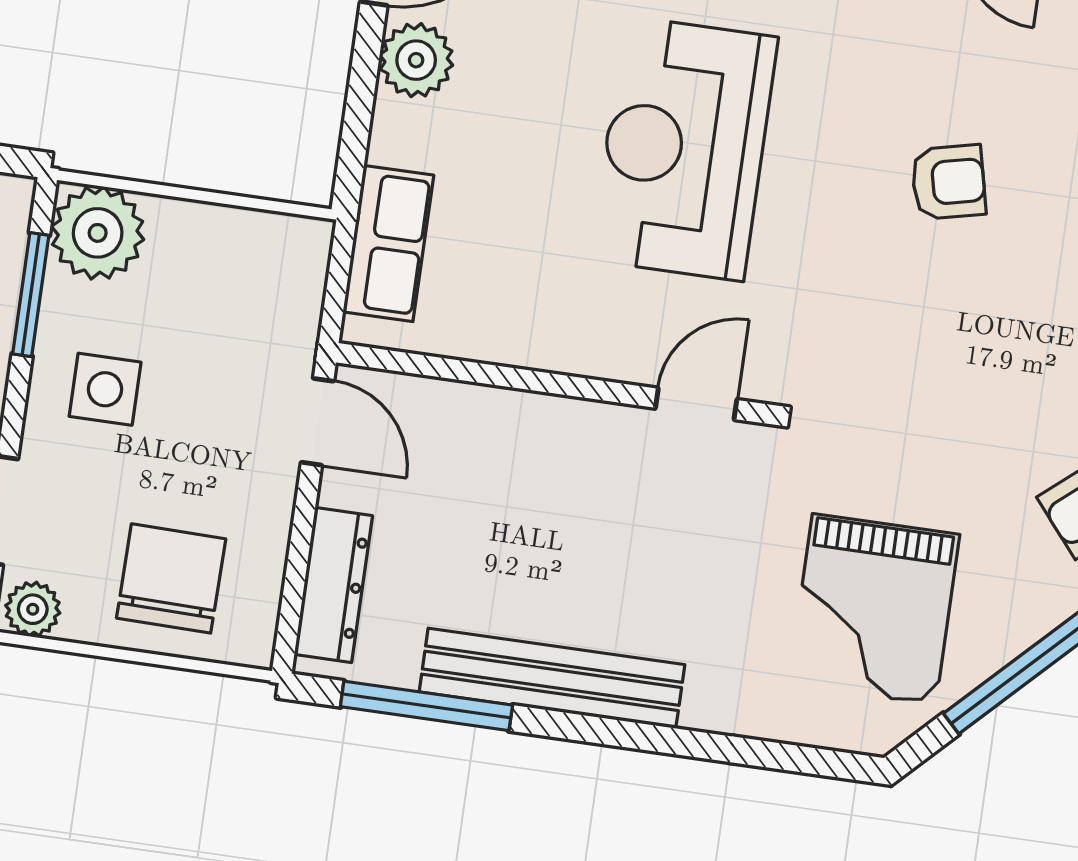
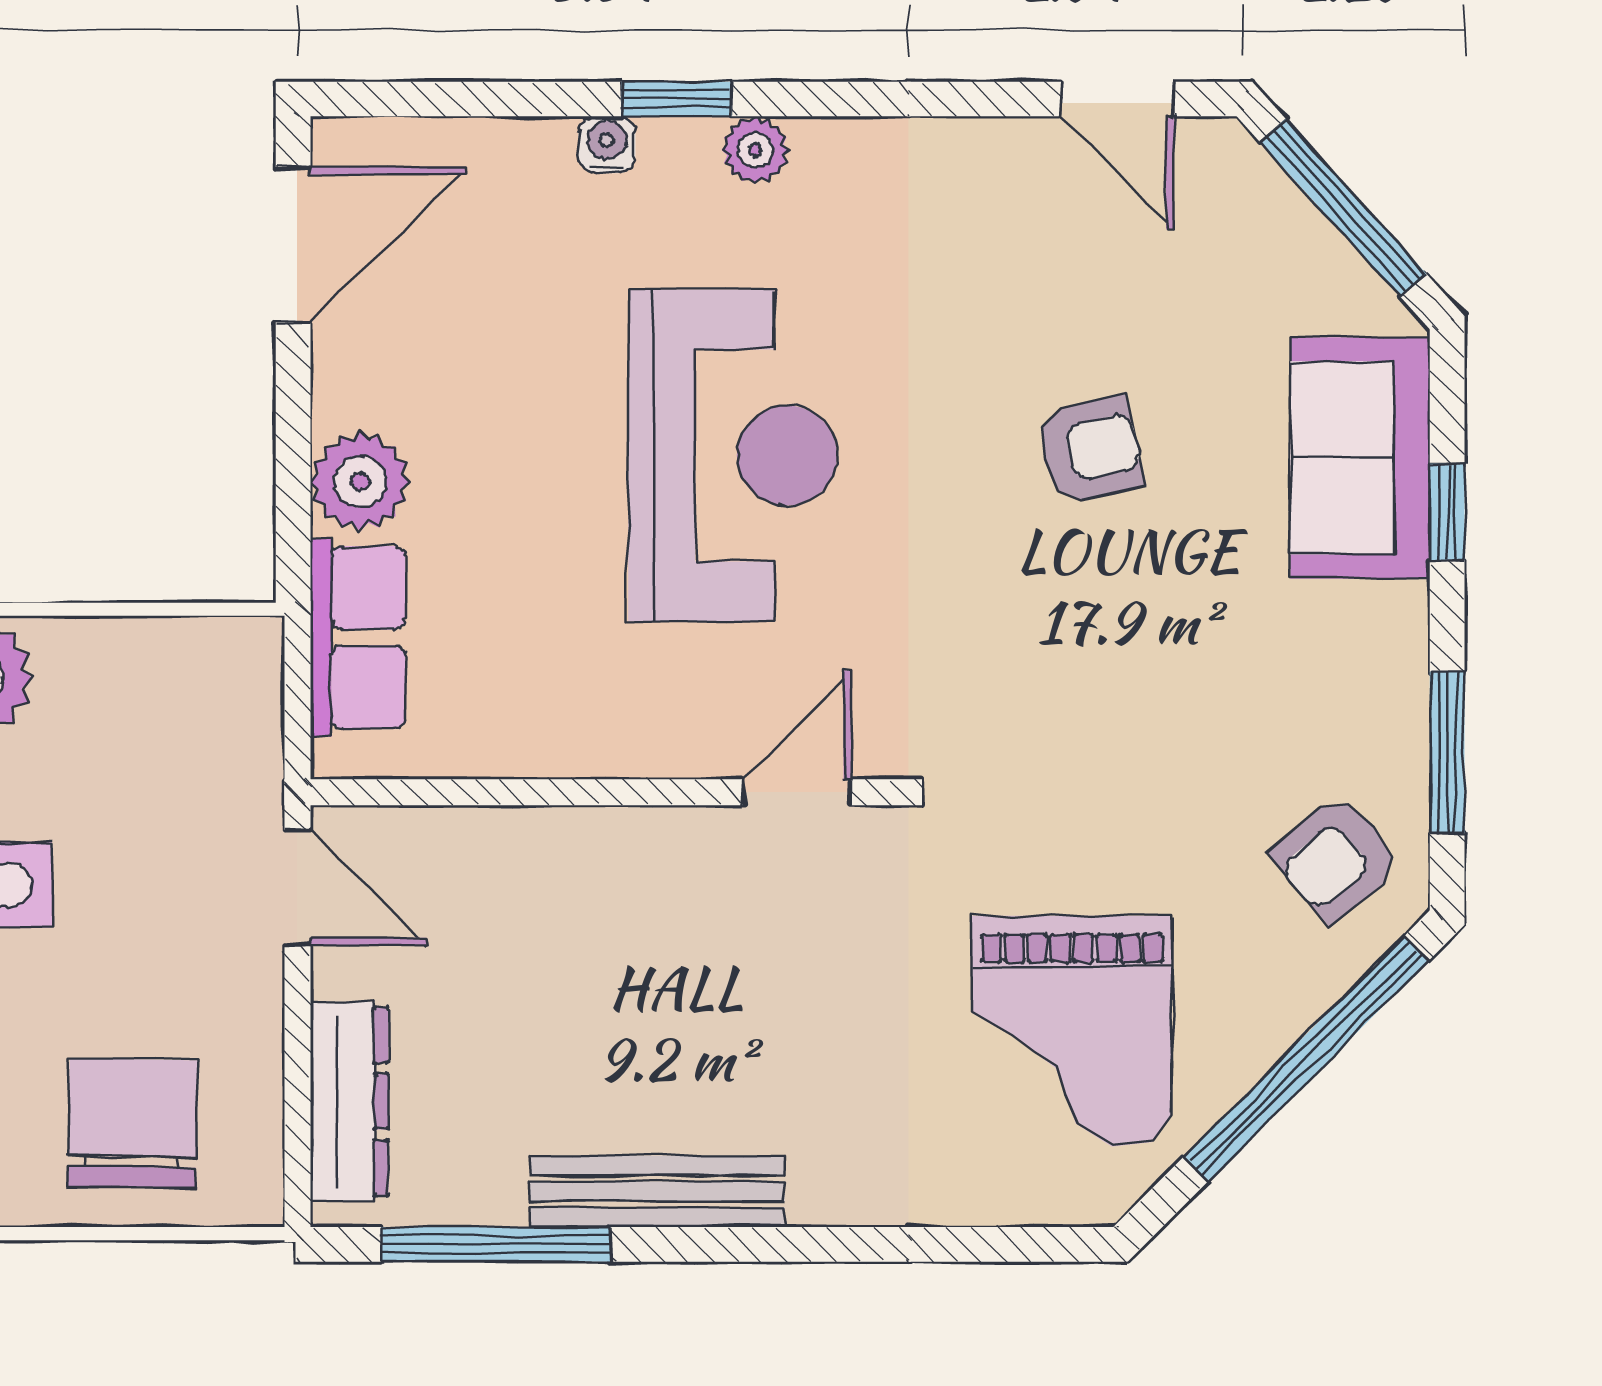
plant: (416, 60) -> (360, 482), moved
reception desk: (684, 149) -> (733, 455), turned 180
bench: (552, 678) -> (657, 1192), width x0.73, depth x0.82

